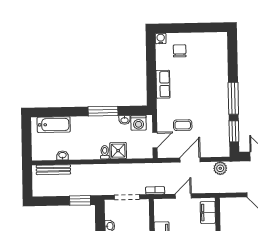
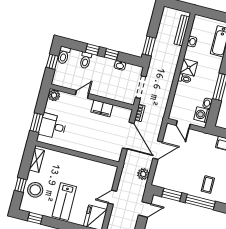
coffee table: (183, 125) -> (208, 185), moved
shower: (118, 151) -> (189, 67), moved
door: (190, 160) -> (158, 150), hinge flipped
door: (183, 196) -> (128, 136), width x1.88
filing cabinet: (208, 212) -> (108, 153), removed

